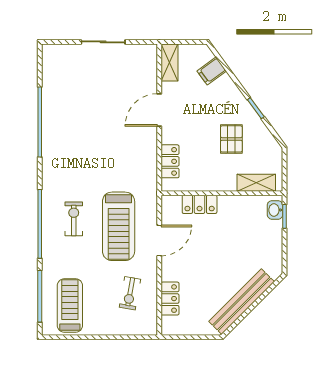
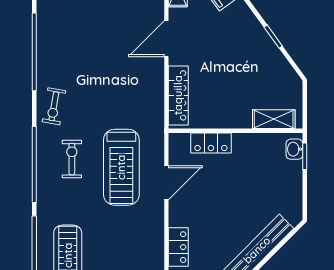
pallet: (231, 139) -> (246, 71), removed
locker: (170, 161) -> (178, 95), width x1.53
exercise bike: (130, 293) -> (54, 106), moved

